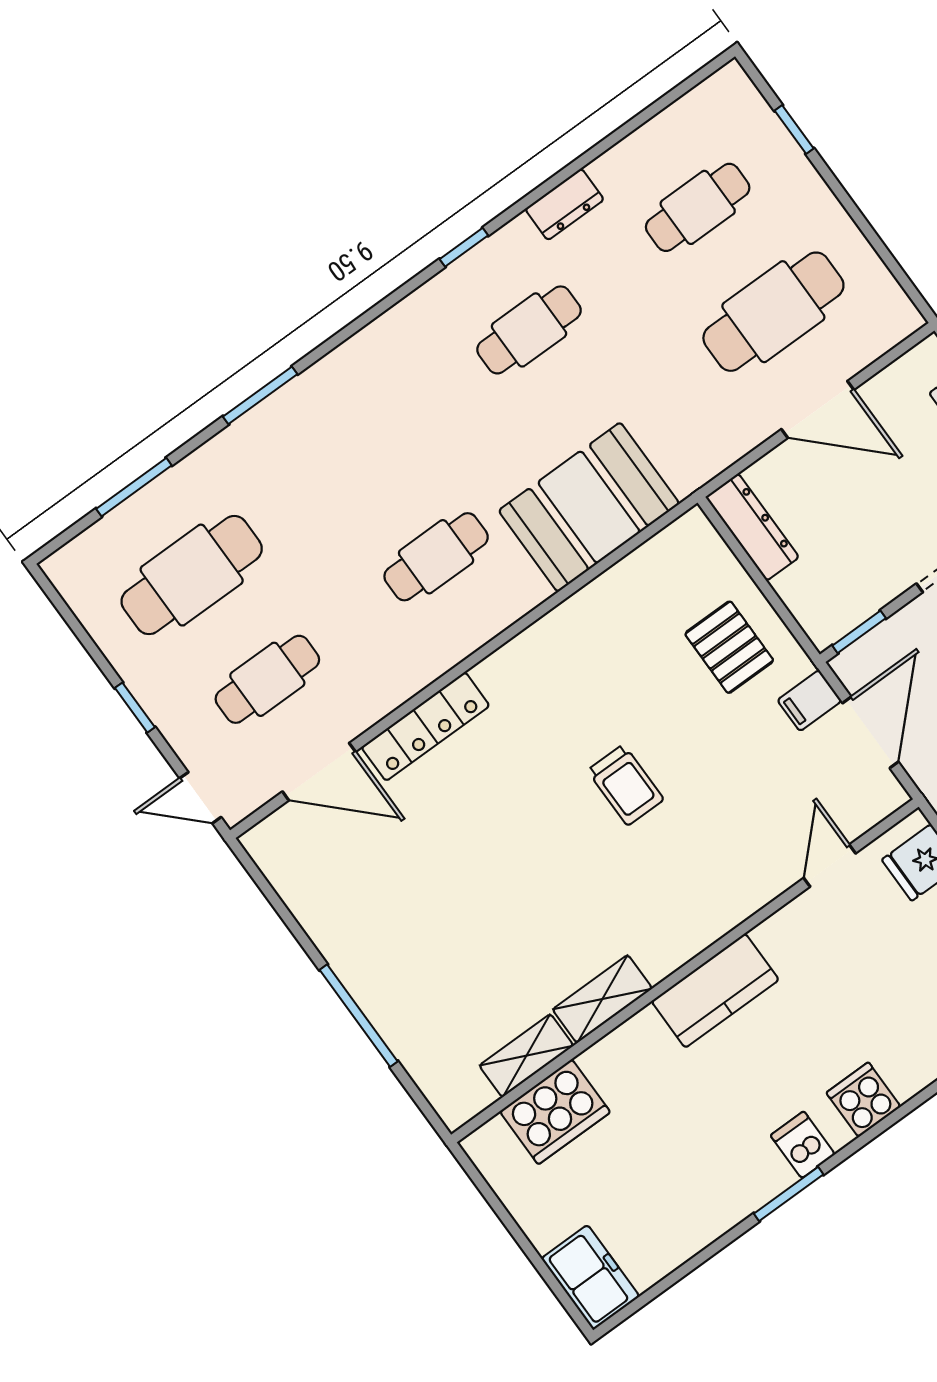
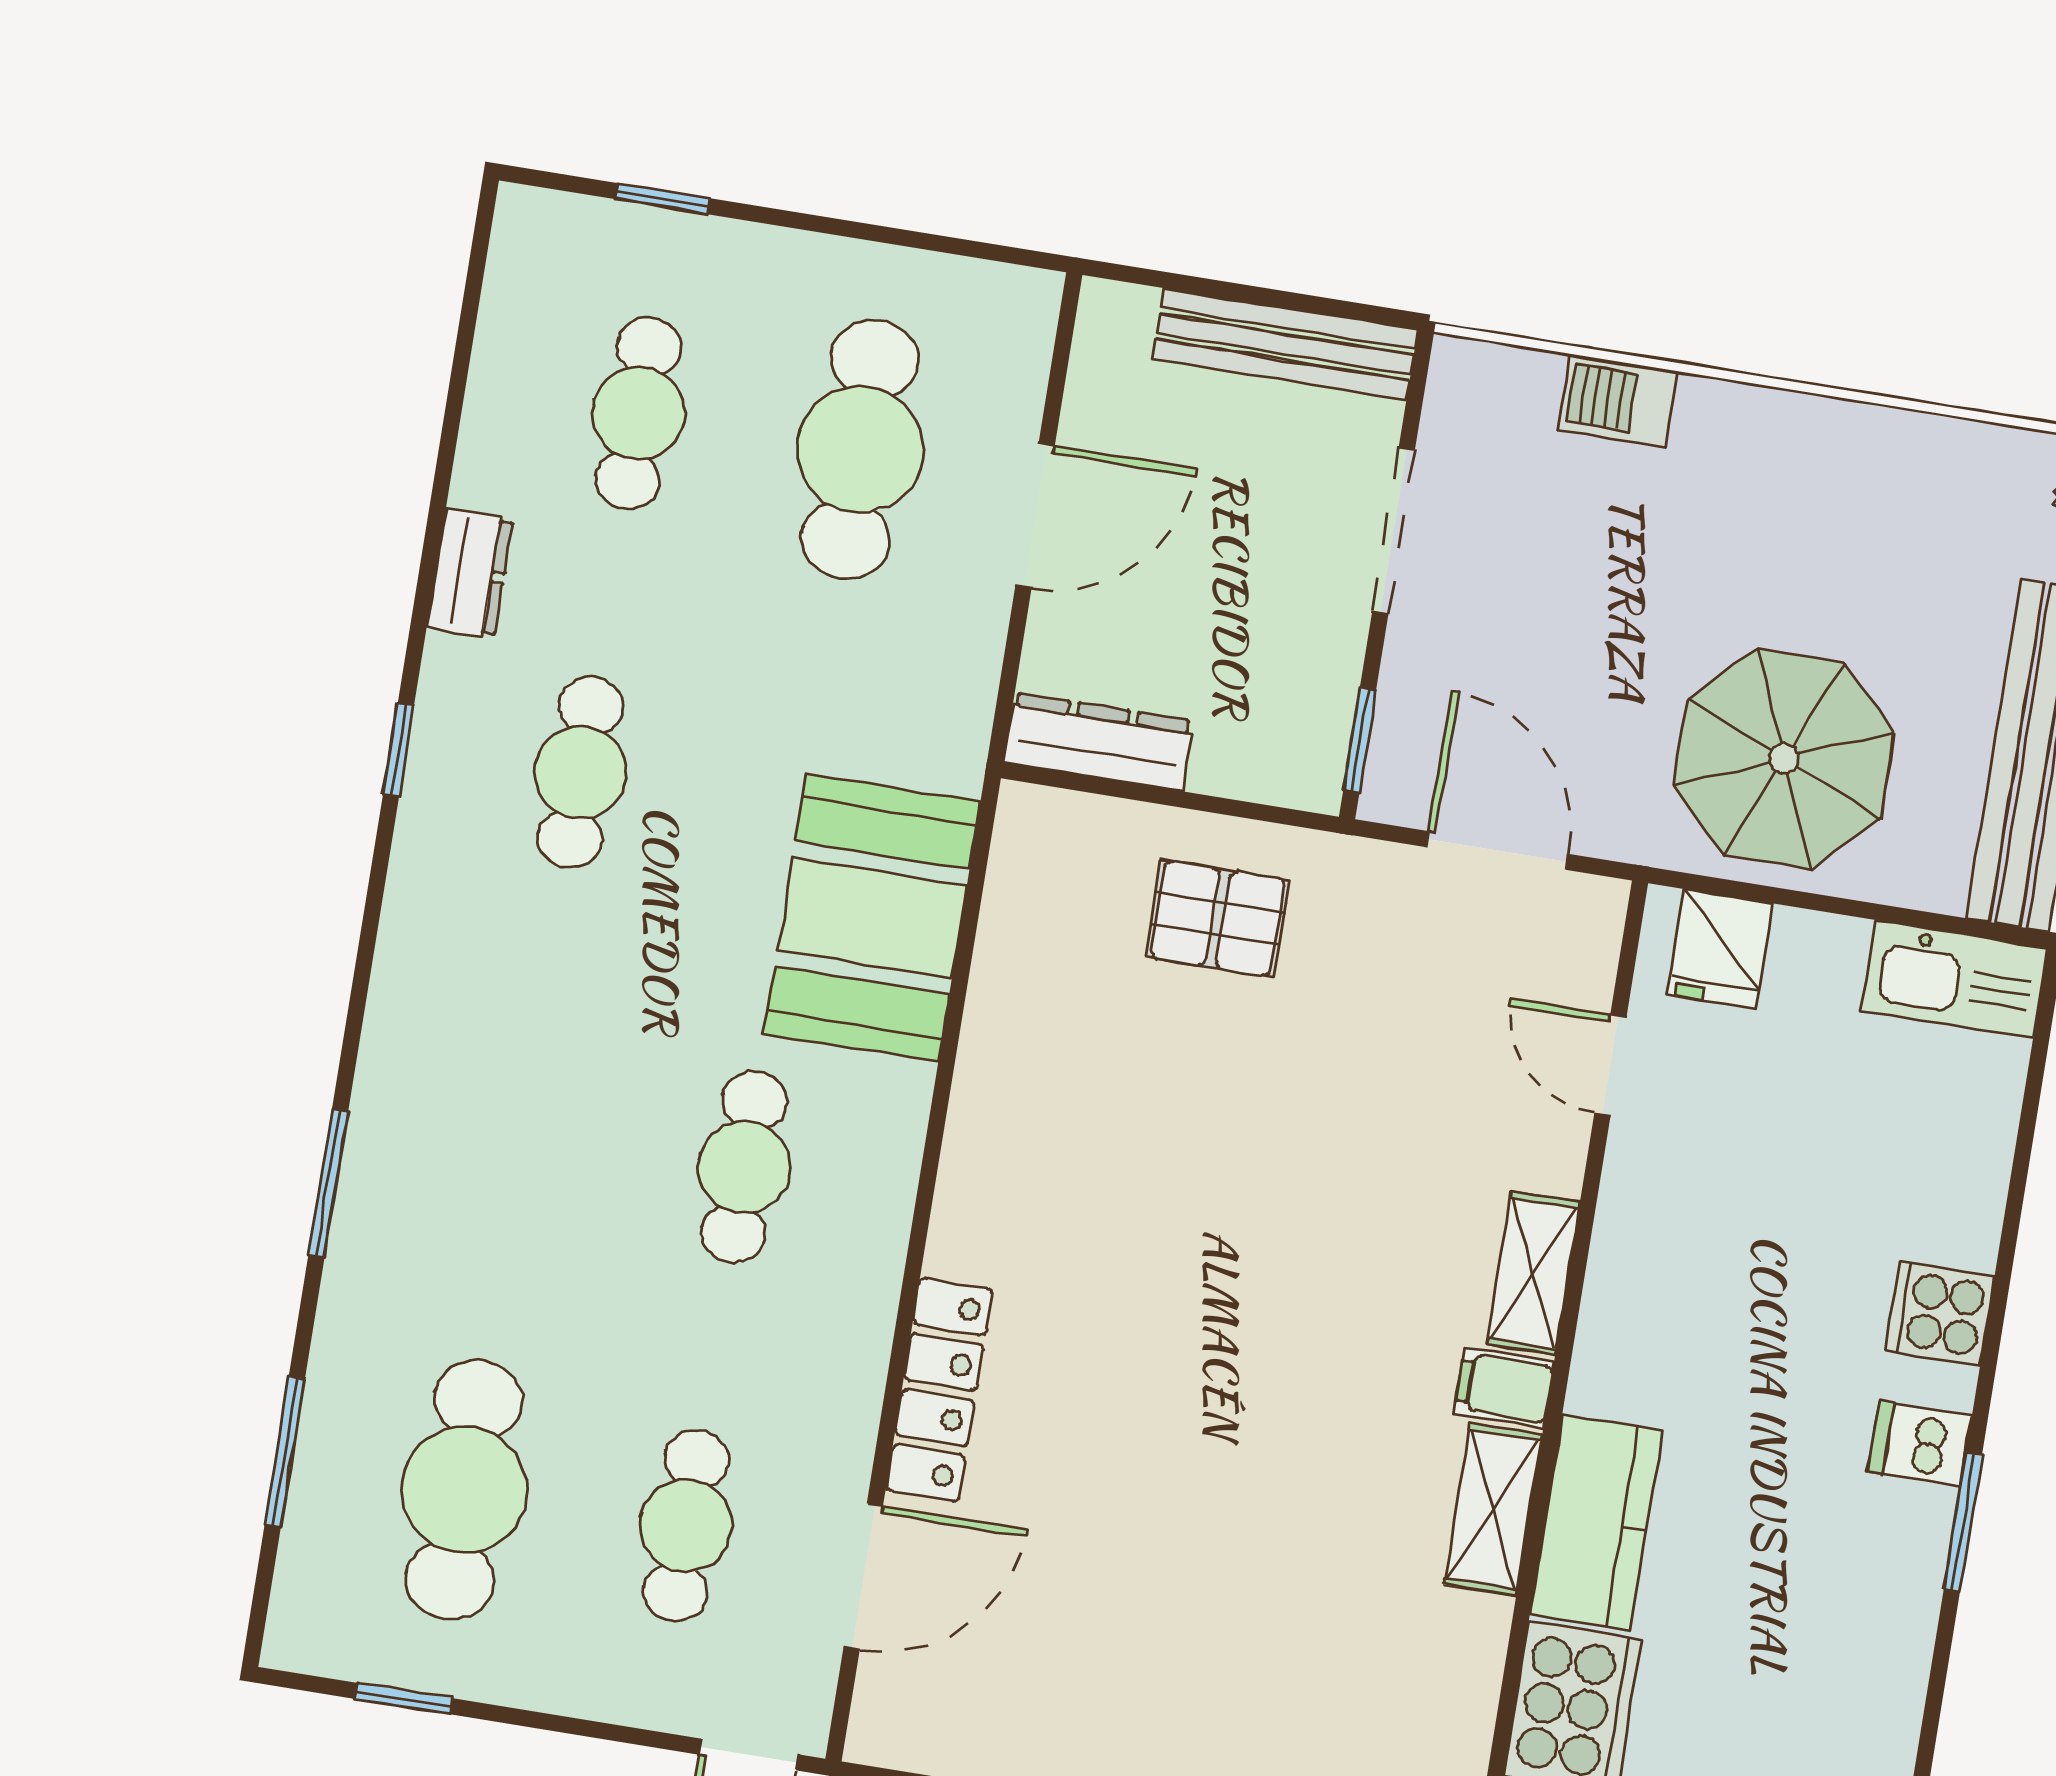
filing cabinet: (809, 701) -> (1504, 1388), moved, turned 90
window: (135, 708) -> (403, 1699), moved
trolley: (626, 785) -> (1259, 1216), removed
kitchen counter: (715, 991) -> (1596, 1523), moved
shelving: (526, 1056) -> (1533, 1273), moved

